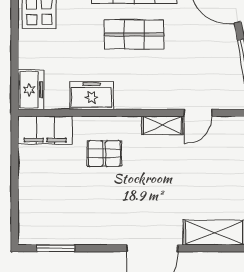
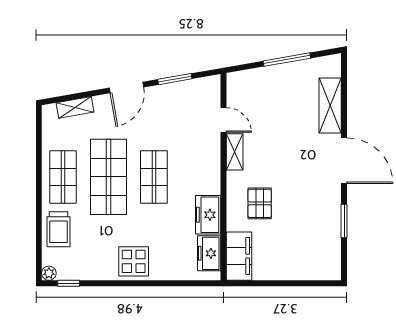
freezer: (31, 90) -> (209, 253), moved, turned -90
window: (56, 248) -> (344, 221), moved

